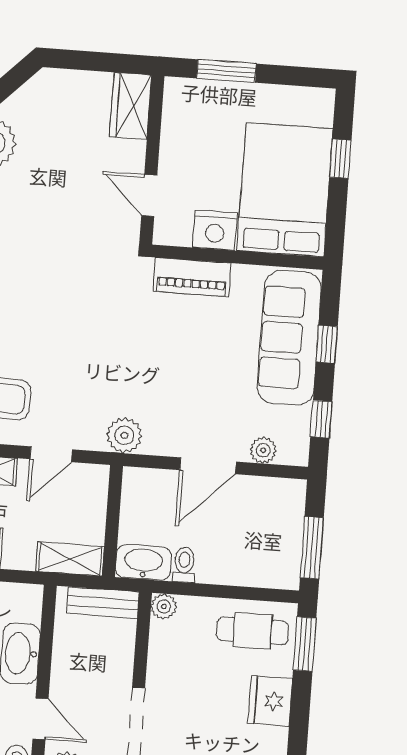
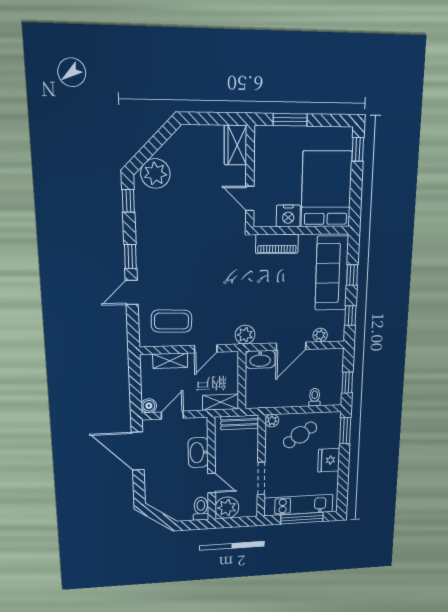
window: (340, 159) -> (358, 149), moved
window: (312, 548) -> (347, 383), width x0.67
washbasin: (143, 562) -> (260, 359), moved, turned 180
toilet: (184, 565) -> (315, 397), moved
cafe table: (252, 631) -> (300, 435), moved, turned -34

